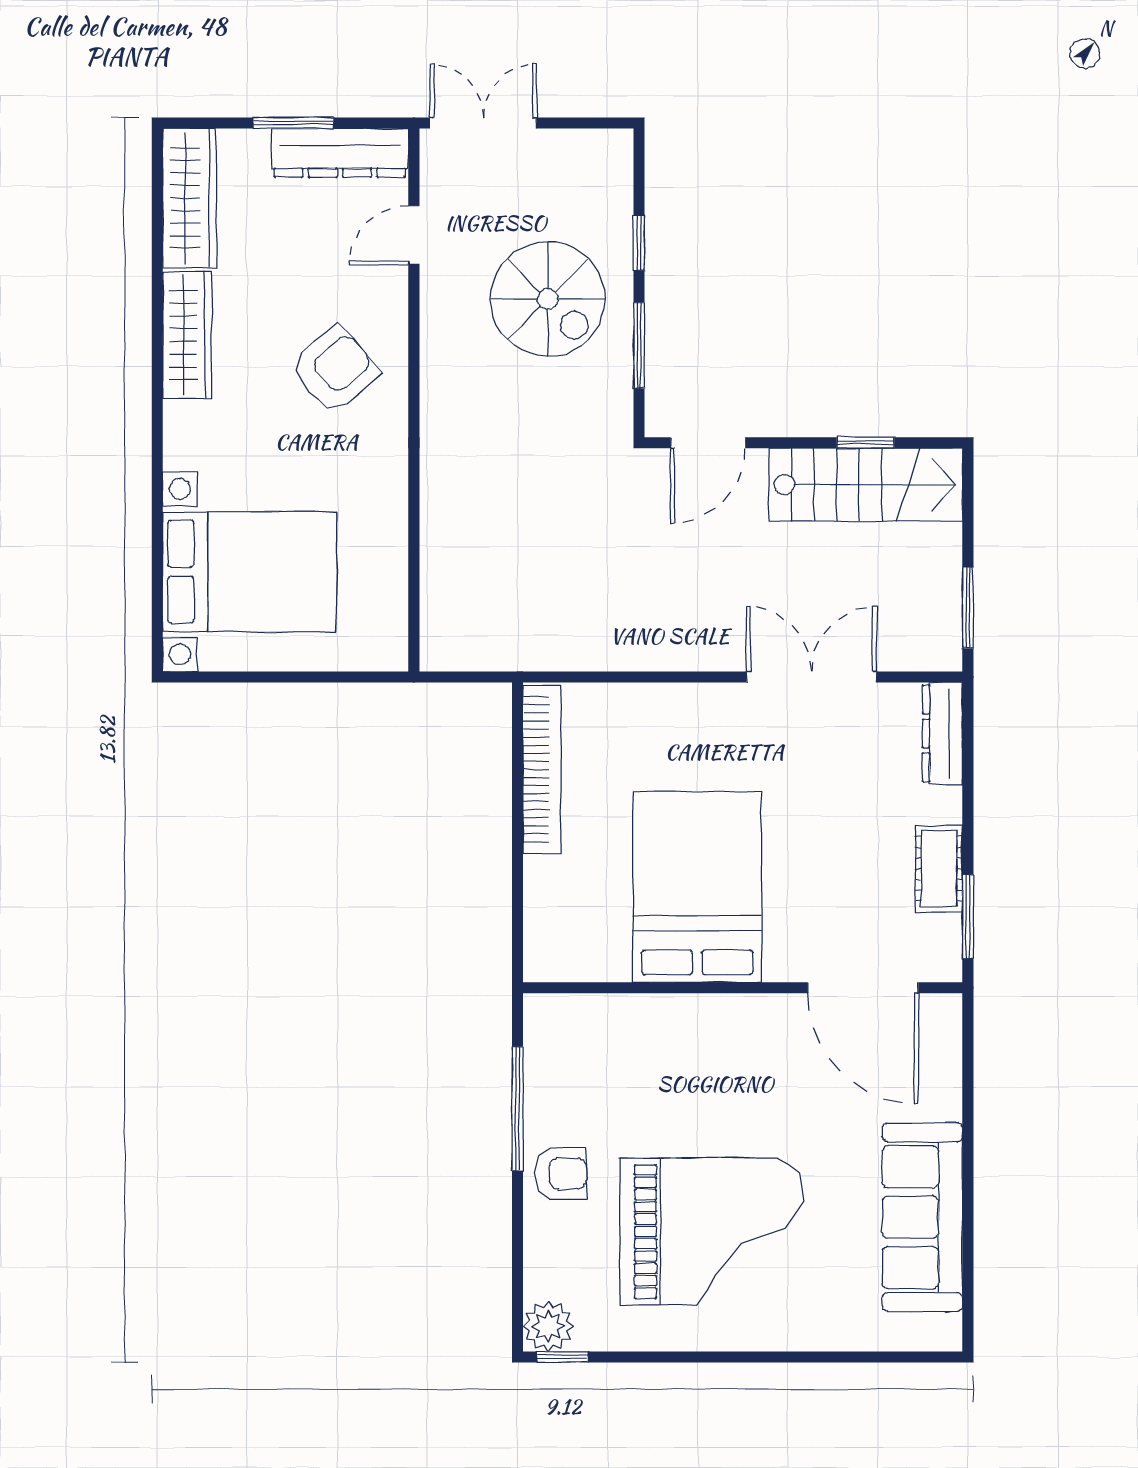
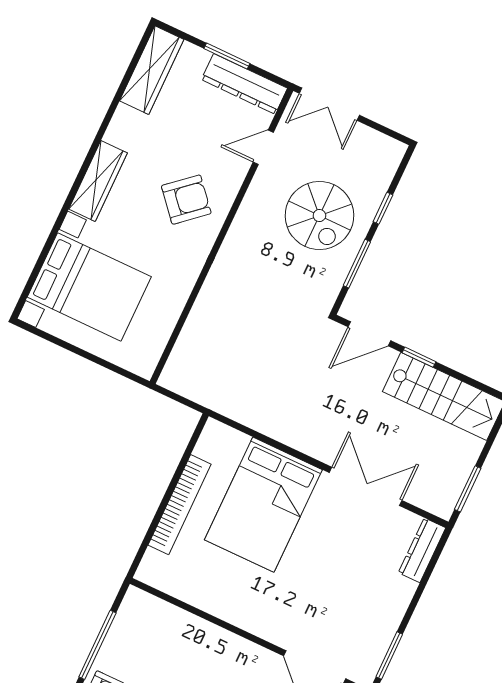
double door: (483, 123) -> (329, 104), swing flipped
wardrobe: (187, 335) -> (98, 181), moved
window: (865, 443) -> (419, 357), moved
bookcase: (542, 770) -> (180, 505), moved
cot: (939, 869) -> (386, 622), removed
bed: (697, 887) -> (263, 505), moved, turned 180

